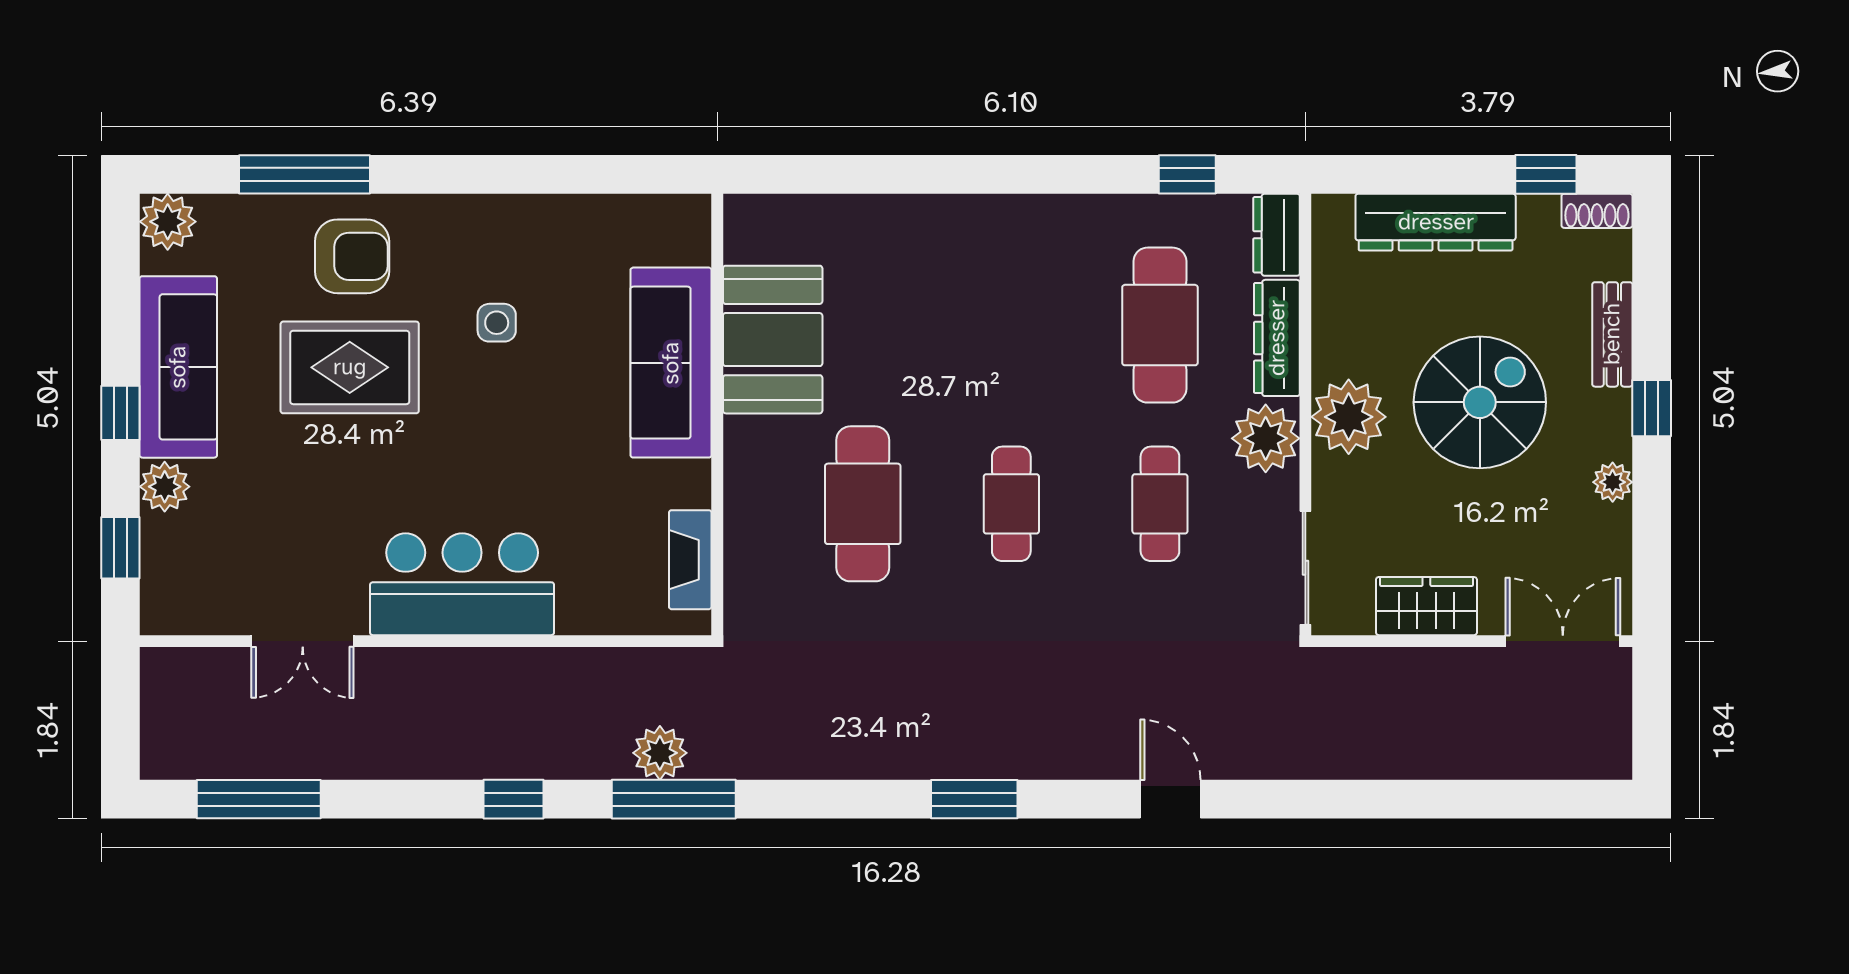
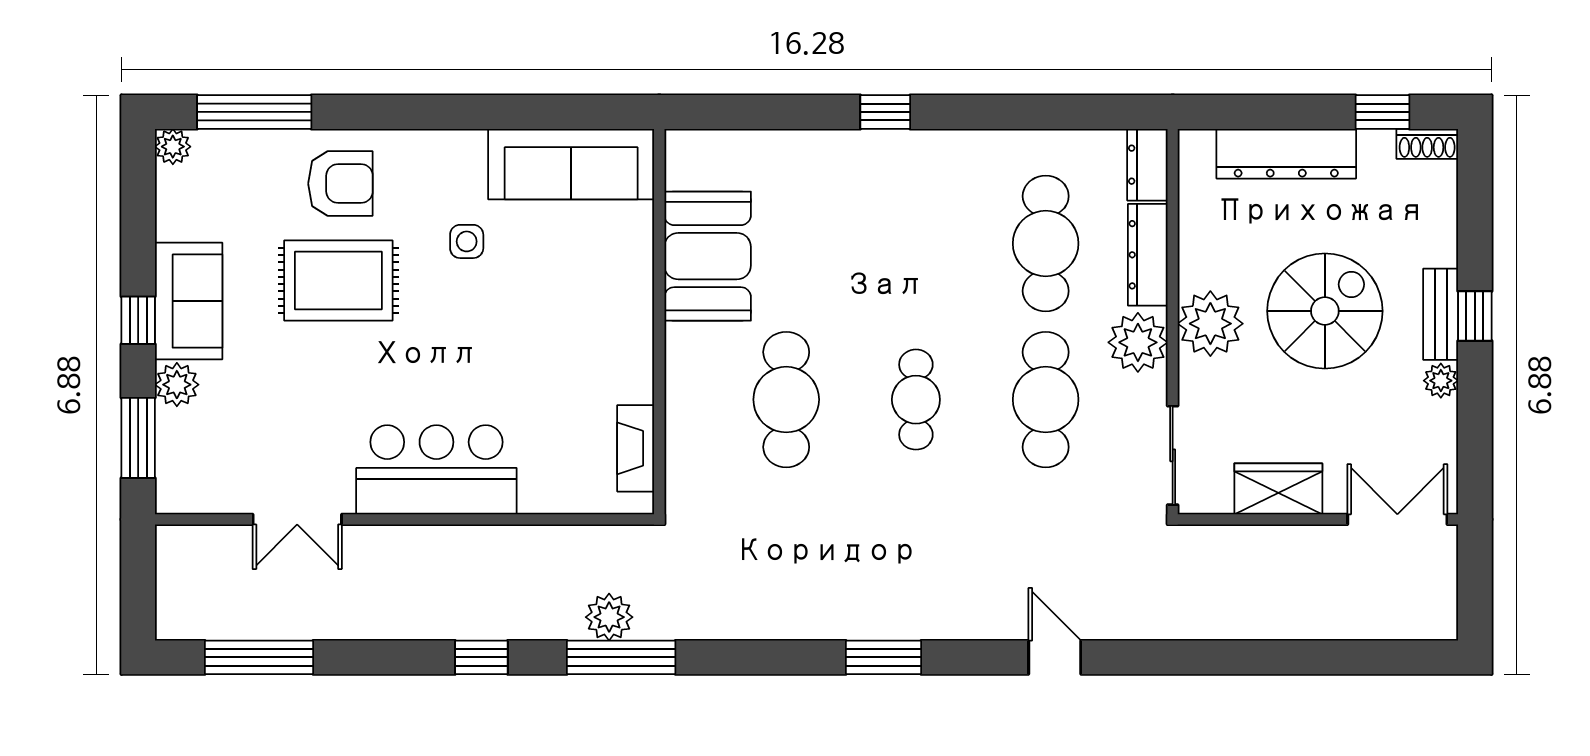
window: (304, 174) -> (254, 112), moved
window: (1187, 174) -> (885, 112), moved
plant: (168, 222) -> (173, 147), width x0.73, depth x0.73
bench: (1612, 334) -> (1441, 314), moved
sofa: (671, 363) -> (571, 164), moved, turned -90
sofa: (178, 367) -> (189, 301), width x0.73
cafe table: (1160, 504) -> (1046, 400), width x1.37, depth x1.35
window: (120, 548) -> (138, 438), width x1.50

